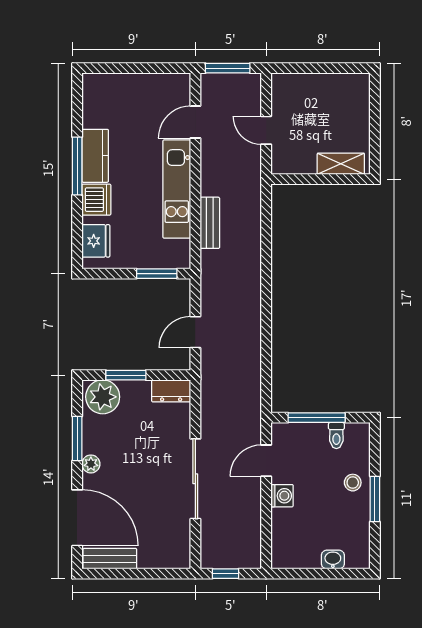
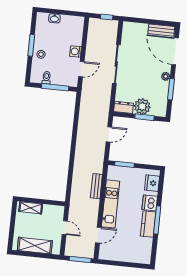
shelving: (324, 87) -> (35, 246), added
plant: (103, 397) -> (142, 106), moved

